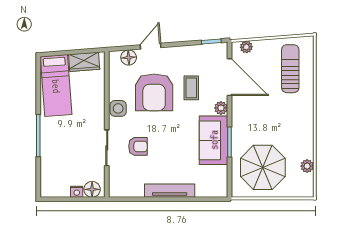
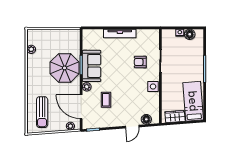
armchair: (154, 92) -> (130, 97), removed
parasol: (263, 167) -> (65, 68), moved
floor lamp: (92, 189) -> (190, 34), moved

